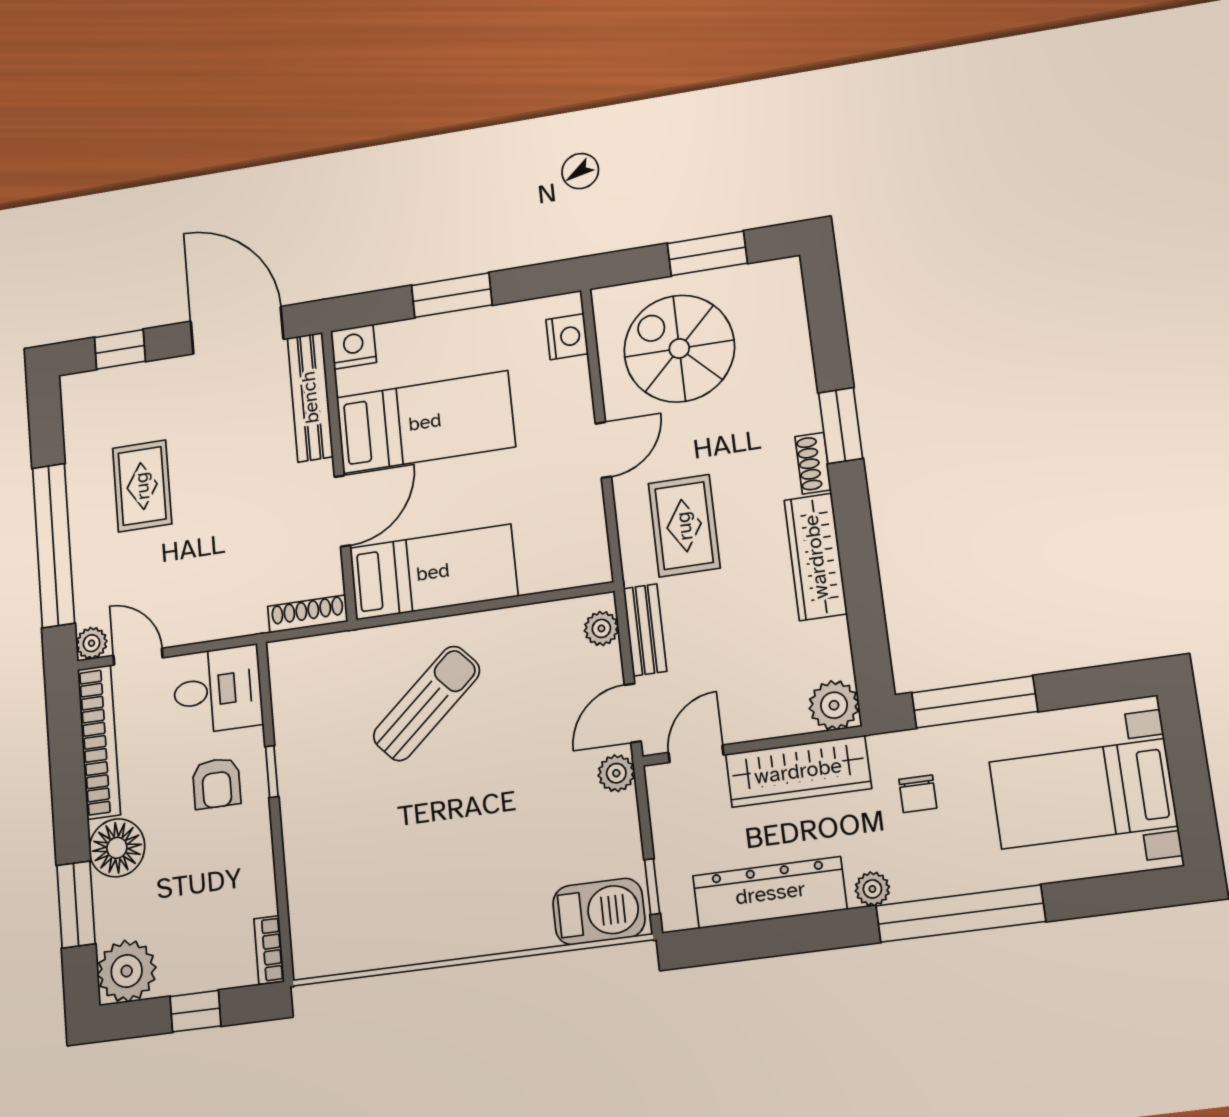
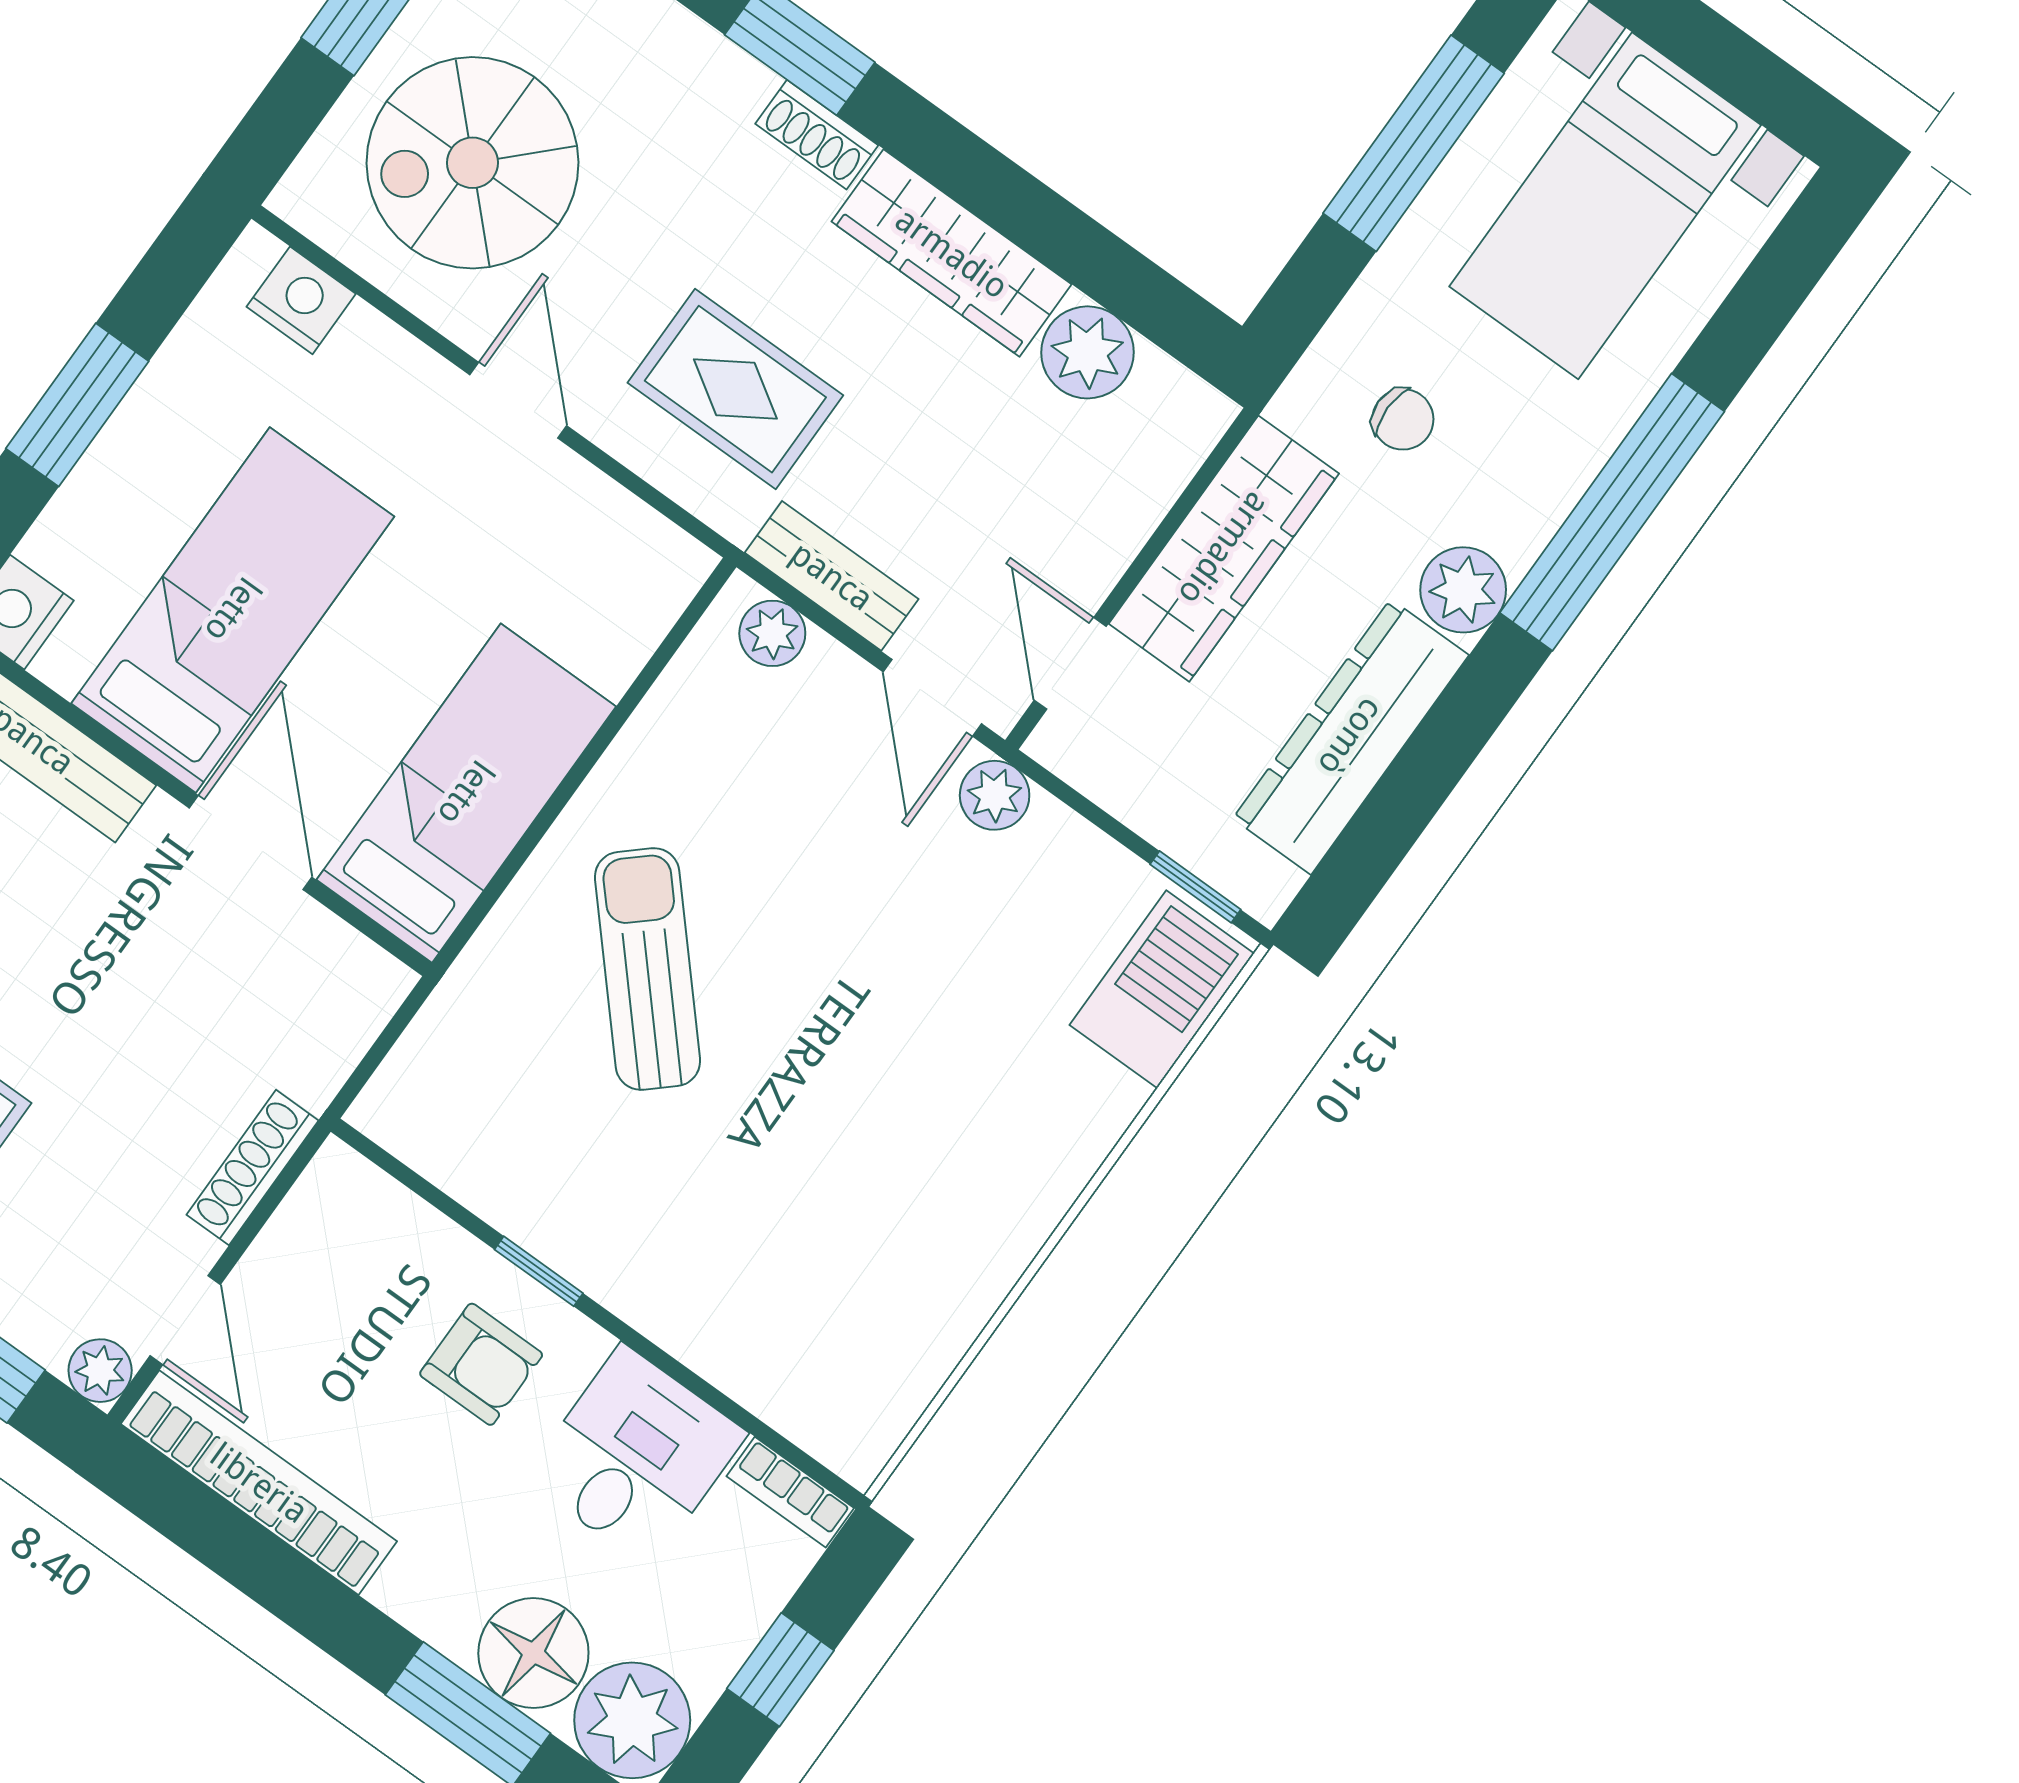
shoe rack: (308, 614) -> (253, 1168), moved
door: (138, 657) -> (185, 1320), swing flipped
desk: (218, 690) -> (636, 1456), moved
window: (975, 702) -> (1414, 143), moved
plant: (834, 705) -> (1088, 352), moved
floor lamp: (117, 848) -> (533, 1653), moved
plant: (872, 889) -> (1463, 590), width x1.38, depth x1.38

